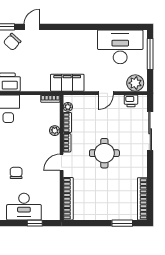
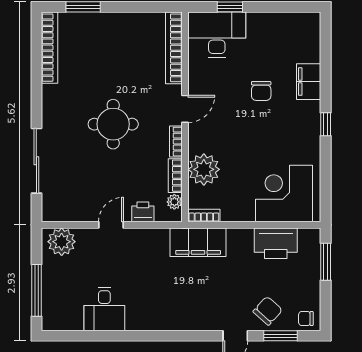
desk: (120, 47) -> (104, 309), width x0.53, depth x0.77
filing cabinet: (67, 83) -> (198, 242), moved
printer: (131, 101) -> (143, 212), moved
plant: (55, 131) -> (204, 169), width x1.87, depth x1.87
desk: (24, 207) -> (217, 35), moved

